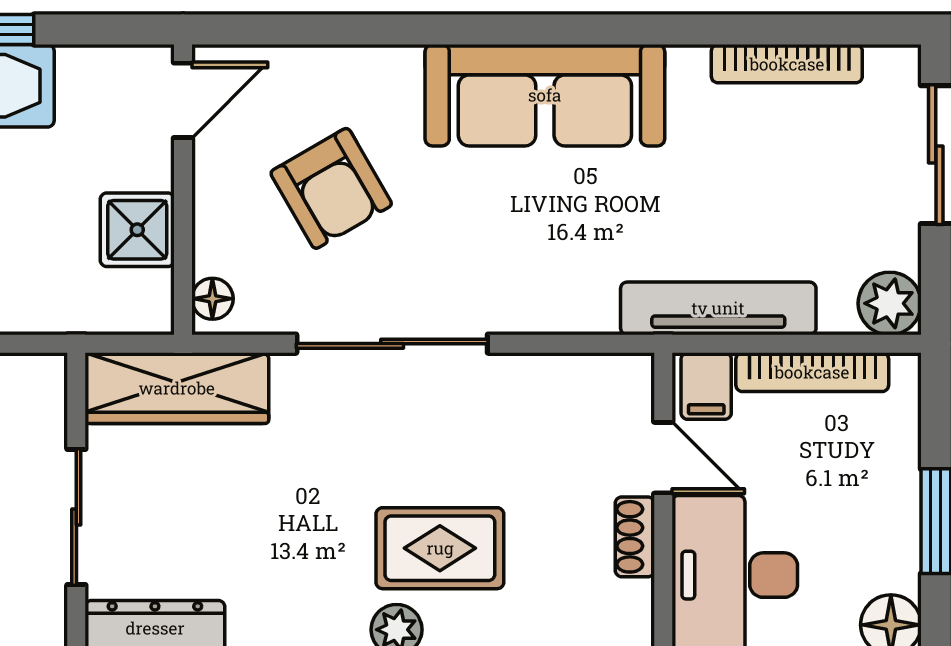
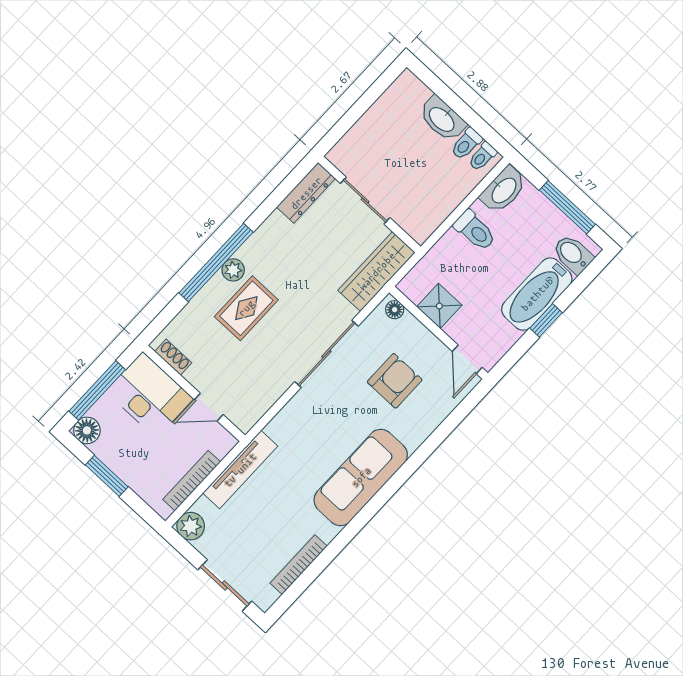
armchair: (331, 188) -> (395, 381), turned 120
filing cabinet: (706, 386) -> (219, 442), removed
shoe rack: (635, 537) -> (173, 357), moved

